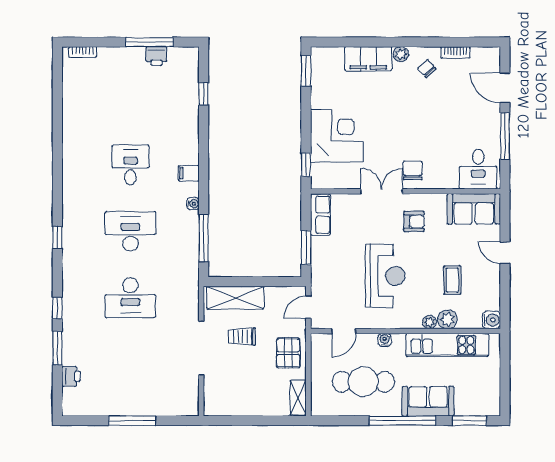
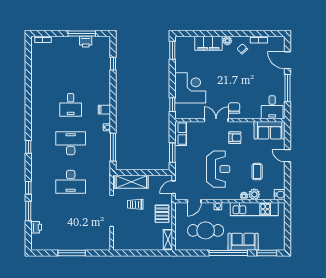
desk: (130, 165) -> (71, 105), turned 180

